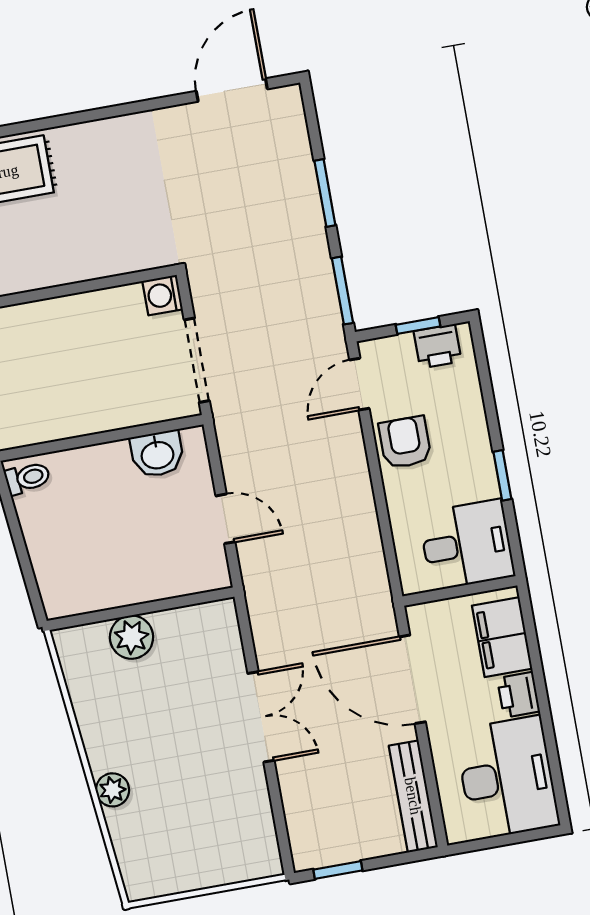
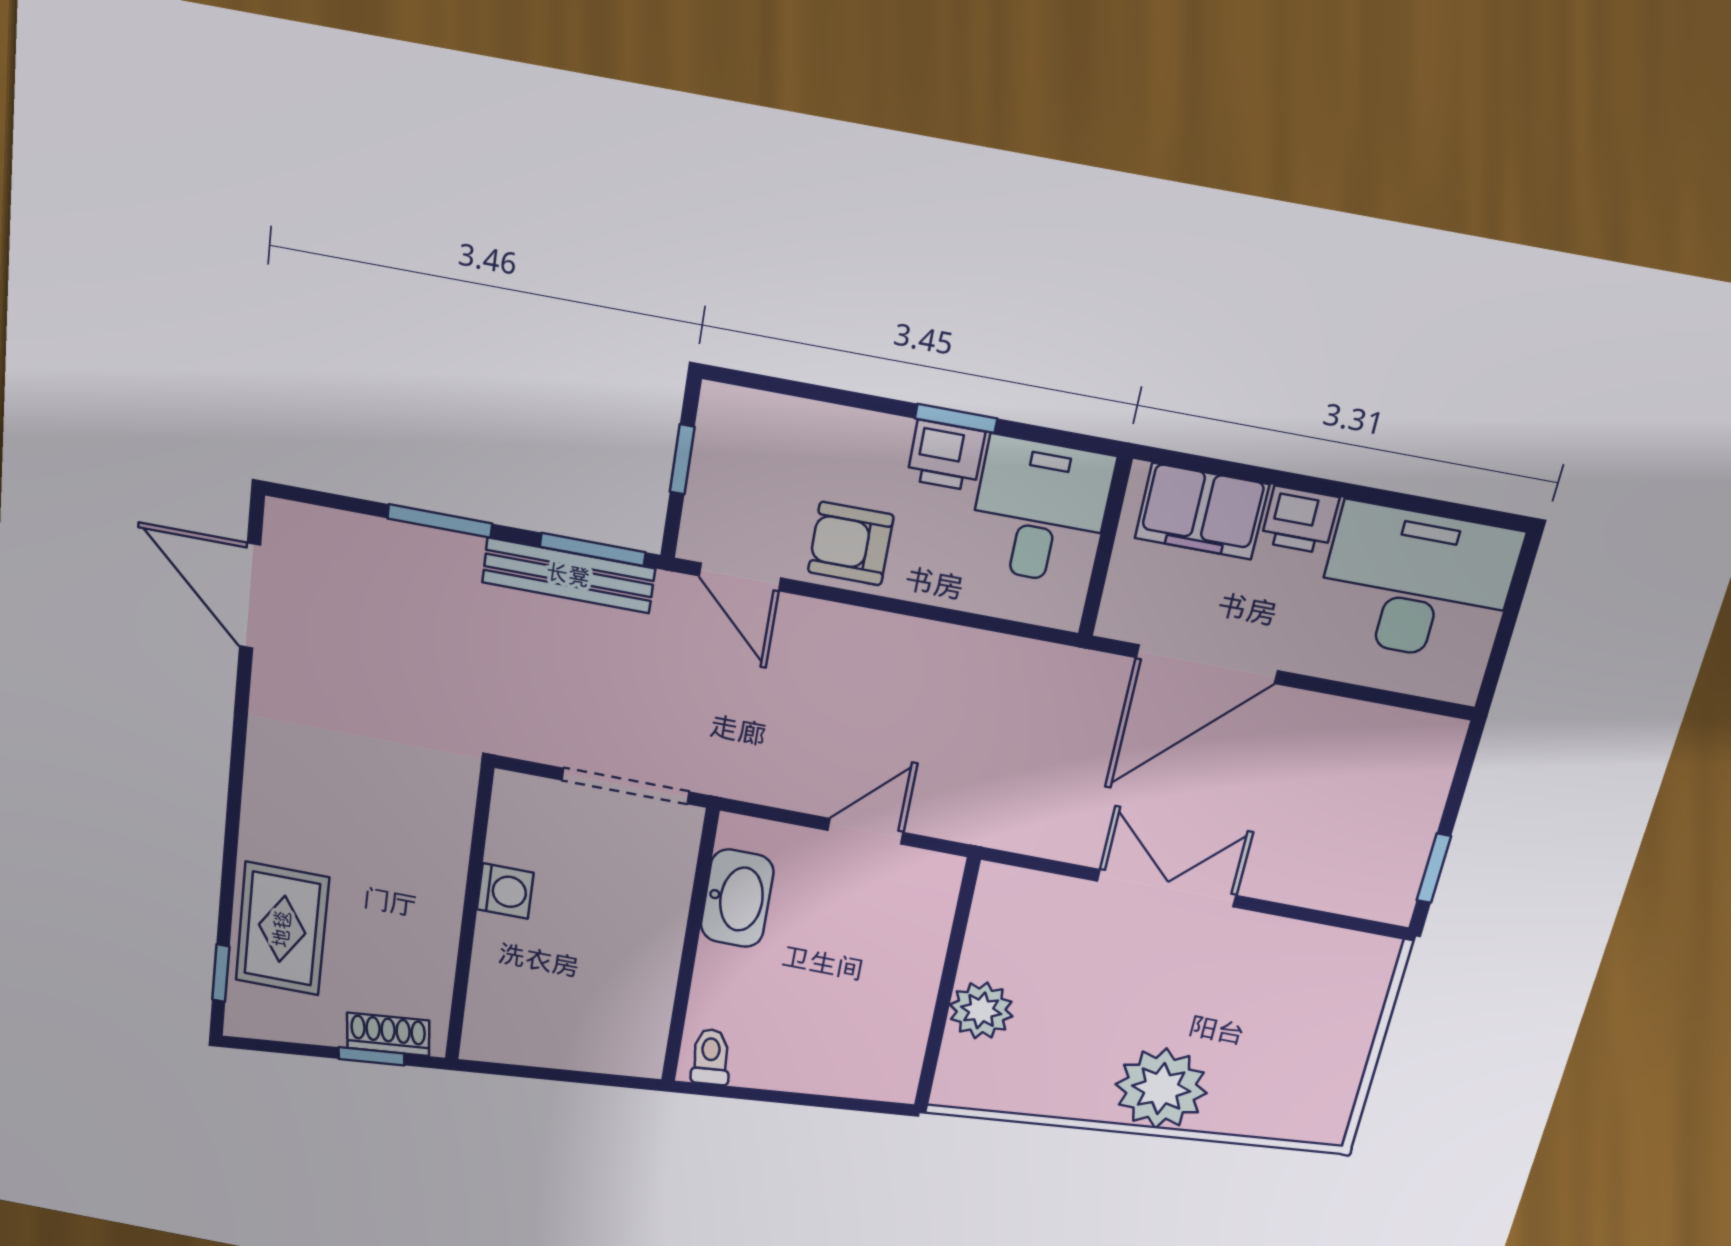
washing machine: (163, 295) -> (505, 891), moved, turned -90
printer: (438, 346) -> (946, 456), moved, turned 90
washbasin: (157, 454) -> (737, 898), width x1.38
plant: (113, 790) -> (1161, 1089), width x1.87, depth x1.87
bench: (413, 796) -> (568, 575), moved

